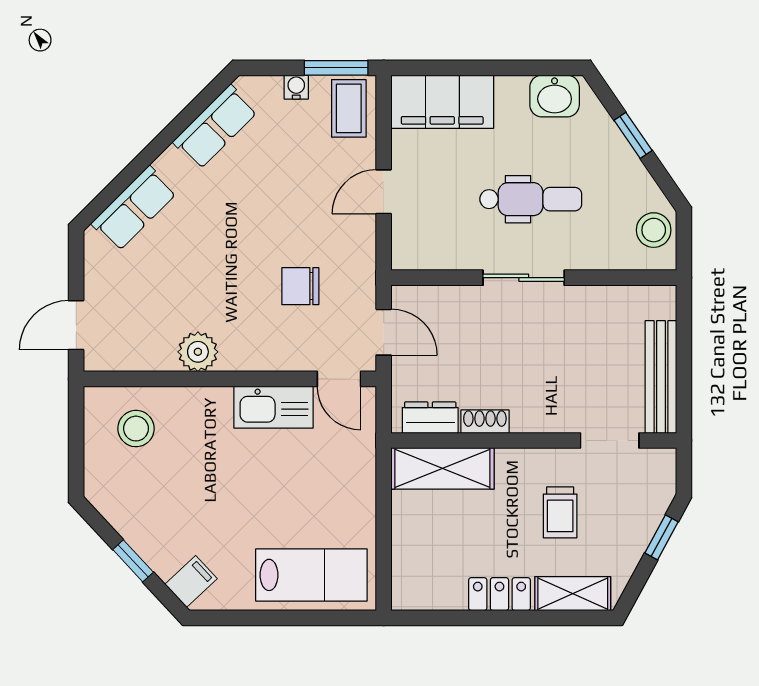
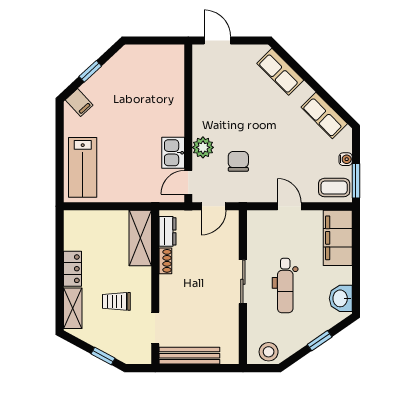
plant: (198, 352) -> (203, 147), moved
kitchen sink: (273, 407) -> (173, 153), width x0.73
stool: (136, 429) -> (162, 73), removed

